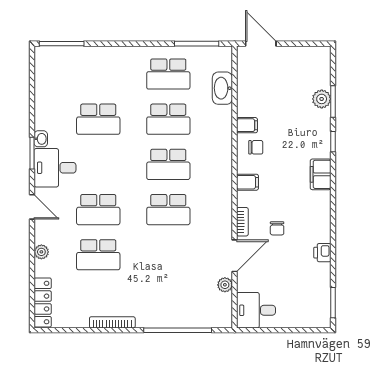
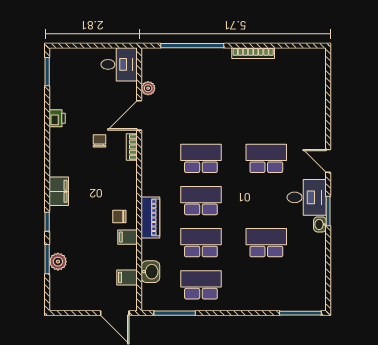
washbasin: (222, 88) -> (150, 272), width x0.72
piano: (222, 146) -> (150, 217), added
filing cabinet: (248, 182) -> (127, 277), moved
plant: (41, 252) -> (319, 119), removed
school desk: (98, 255) -> (266, 116), removed
locker: (43, 303) -> (318, 72), removed

